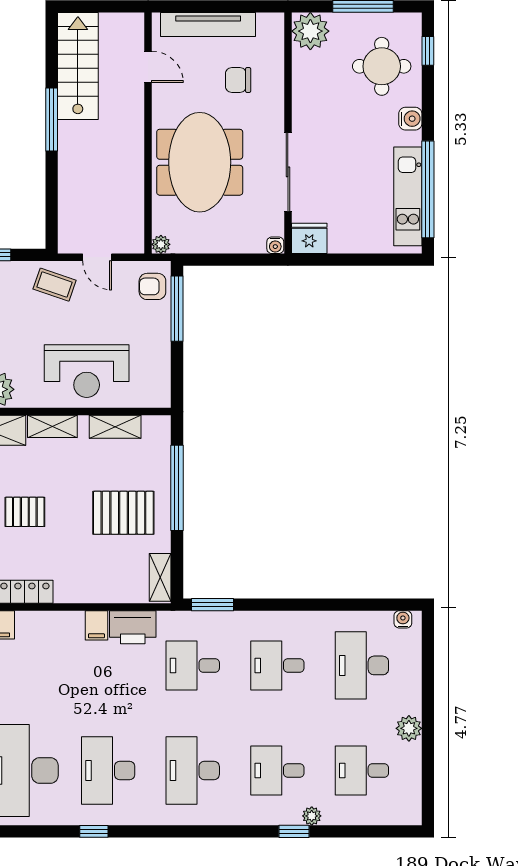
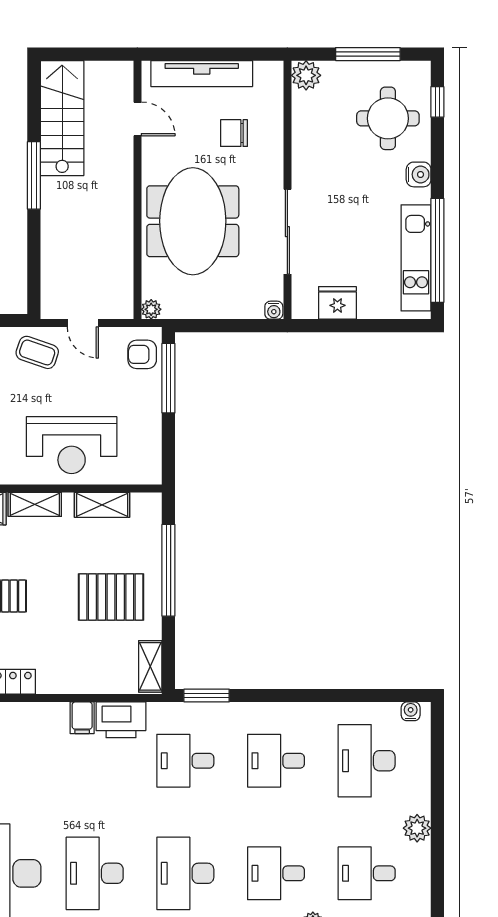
plant: (310, 31) -> (306, 75), width x0.73, depth x0.73
fridge: (309, 238) -> (337, 303), moved

